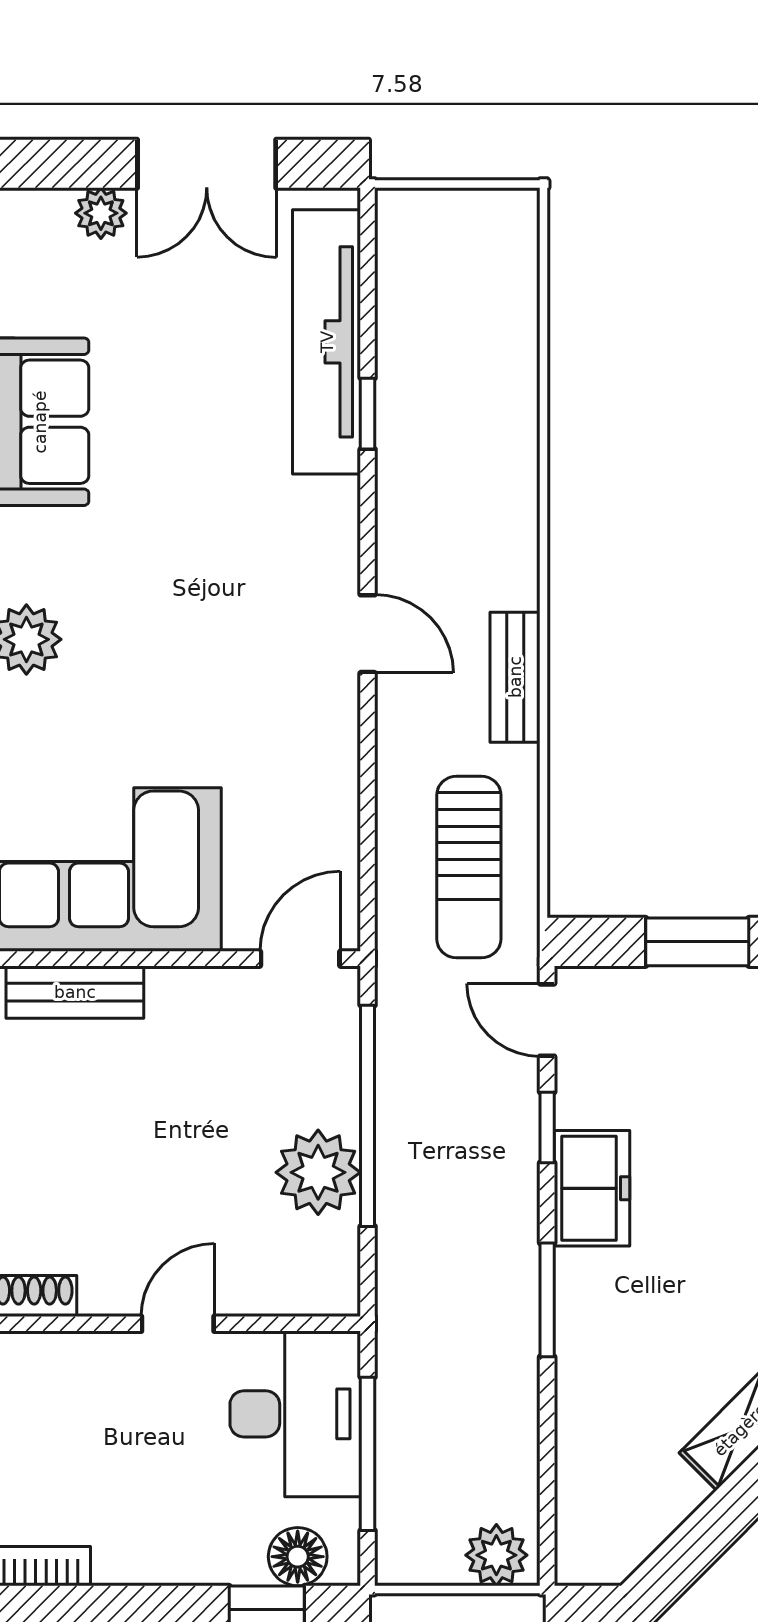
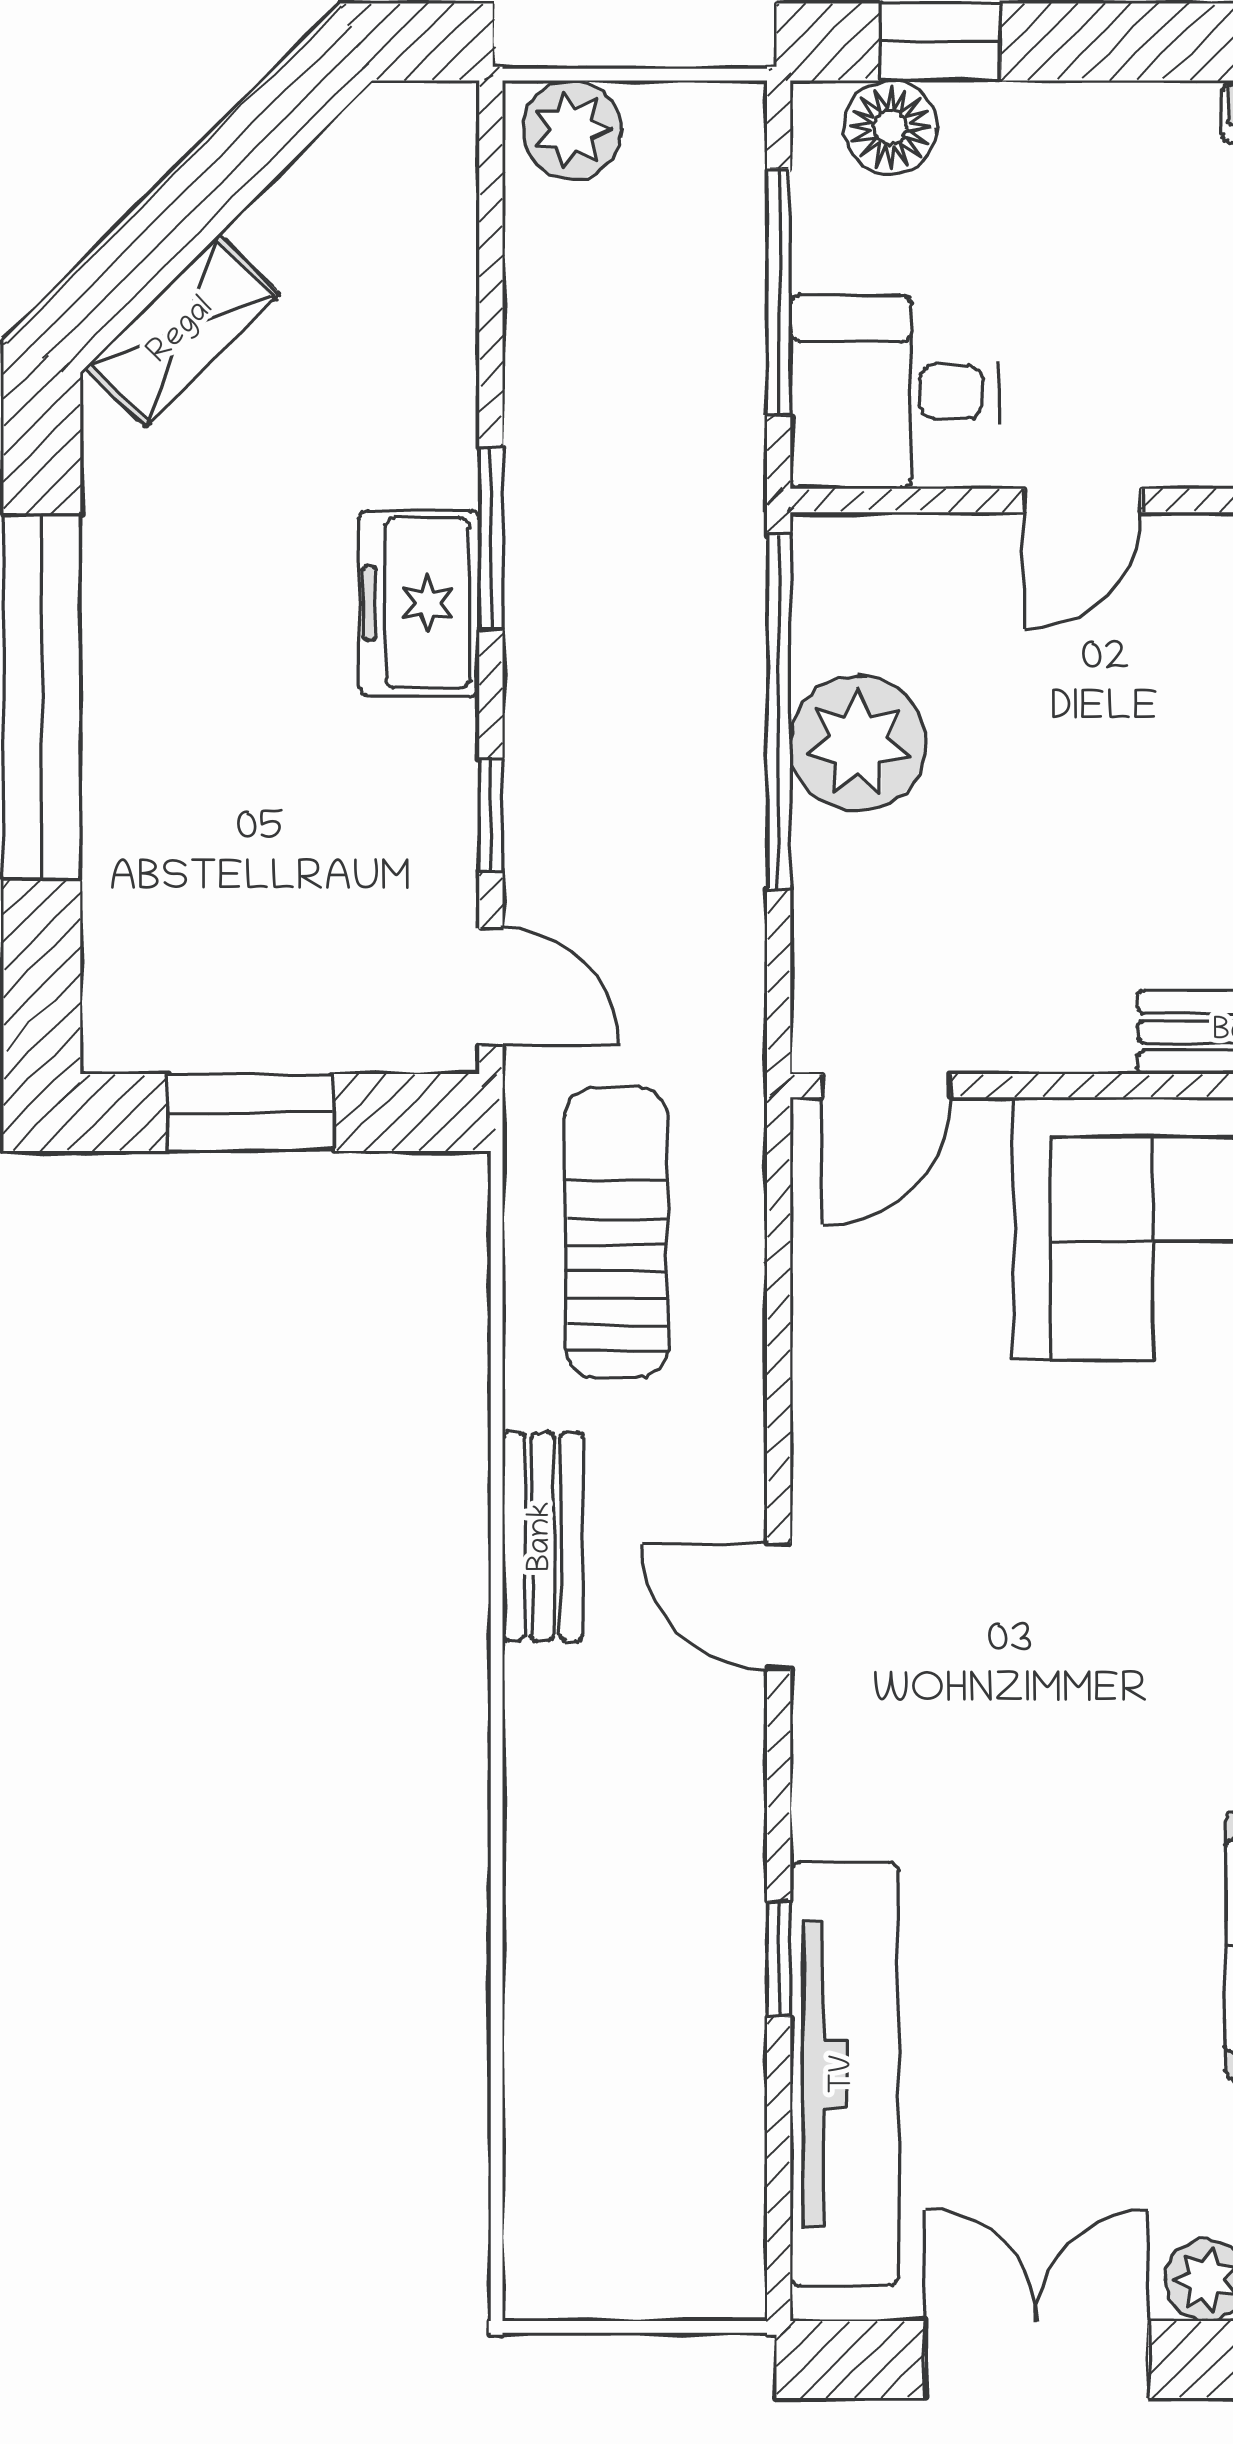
window: (368, 1116) -> (779, 712), moved
freezer: (592, 1188) -> (419, 603), moved
desk: (295, 1414) -> (895, 392), width x0.73

